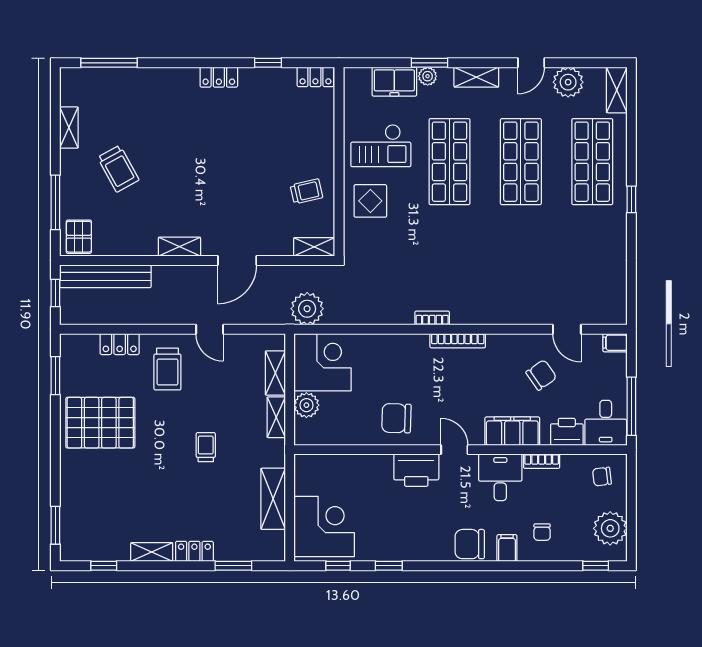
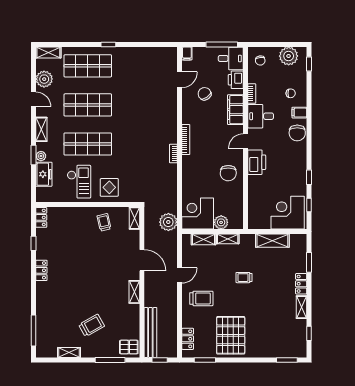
locker: (120, 344) -> (188, 339), moved

